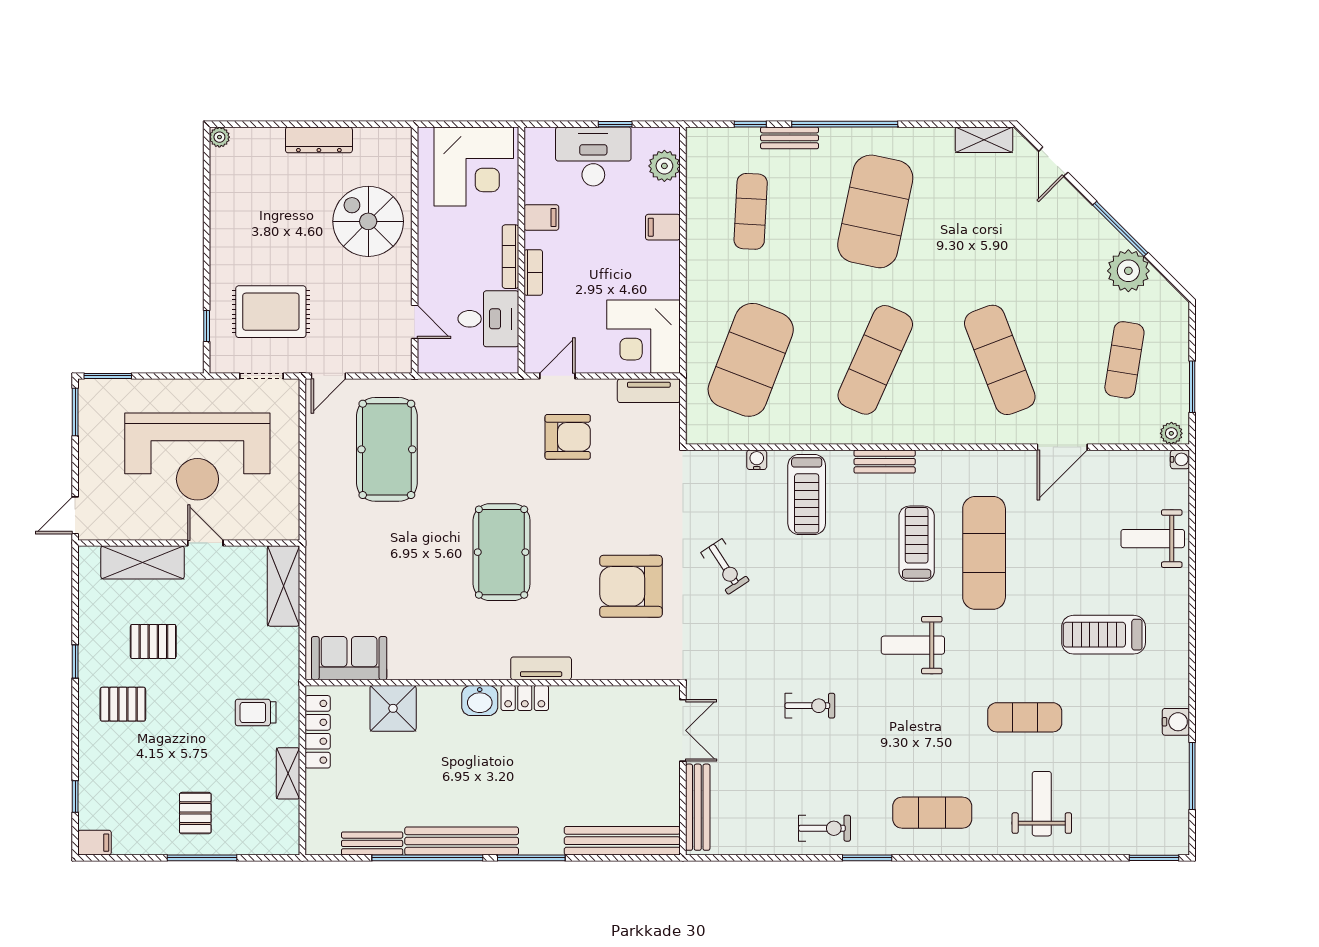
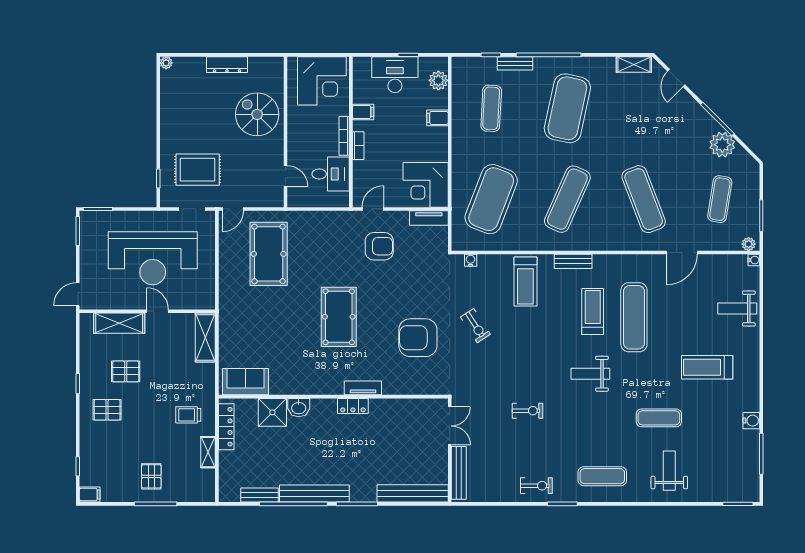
water cooler: (757, 460) -> (471, 260), moved
washbasin: (480, 701) -> (299, 408), moved

